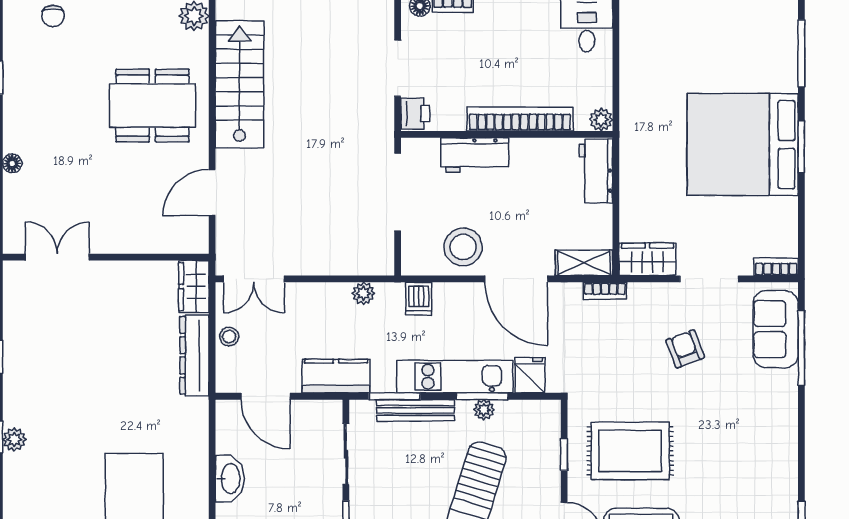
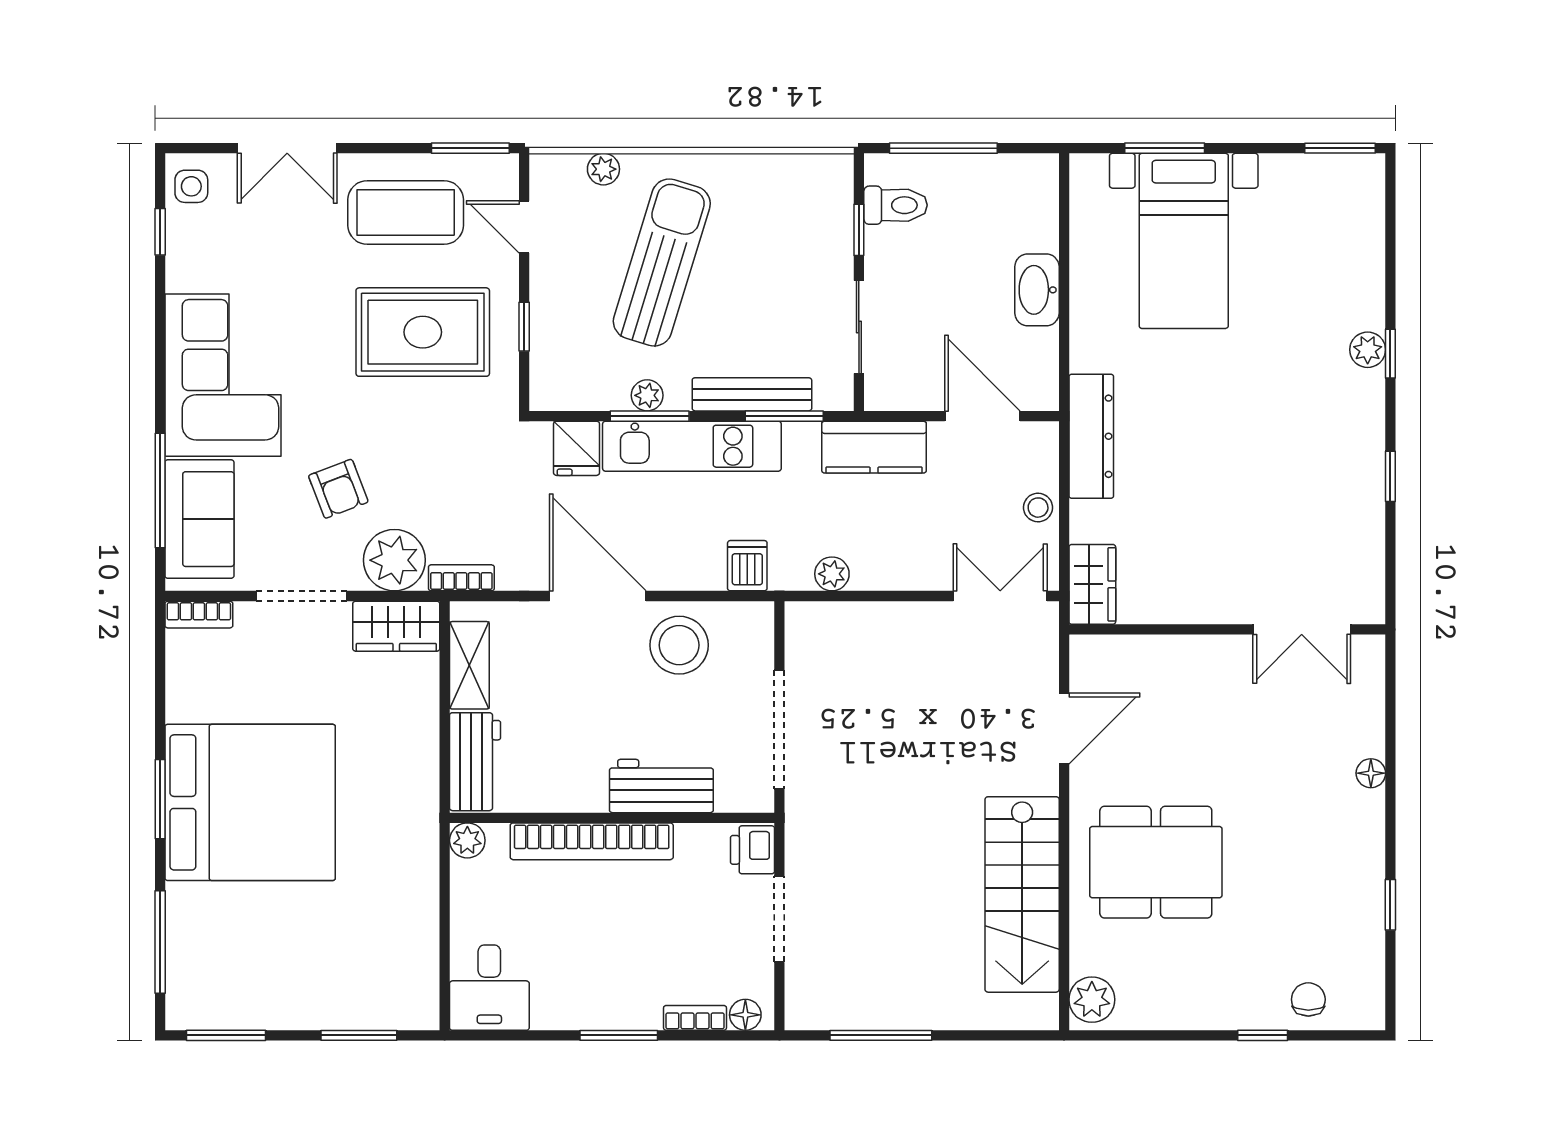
shelving: (584, 263) -> (469, 665), moved, turned 90
plant: (649, 302) -> (394, 560), added
dresser: (194, 355) -> (1091, 436), moved
corner sofa: (760, 423) -> (223, 375), added

